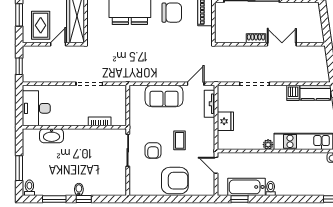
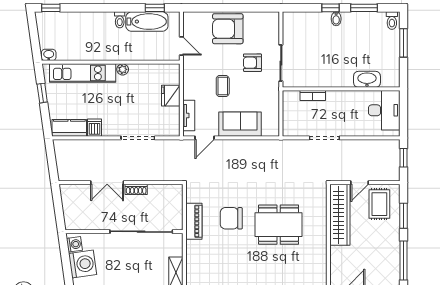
coffee table: (180, 140) -> (223, 86), moved
armchair: (153, 151) -> (252, 63), turned -90

